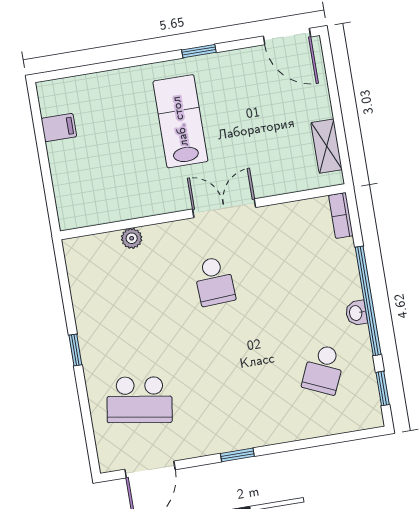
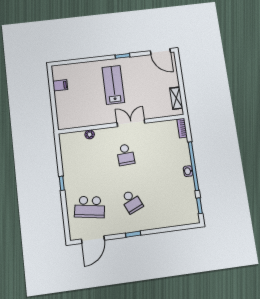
school desk: (324, 369) -> (132, 202), moved, turned -48

